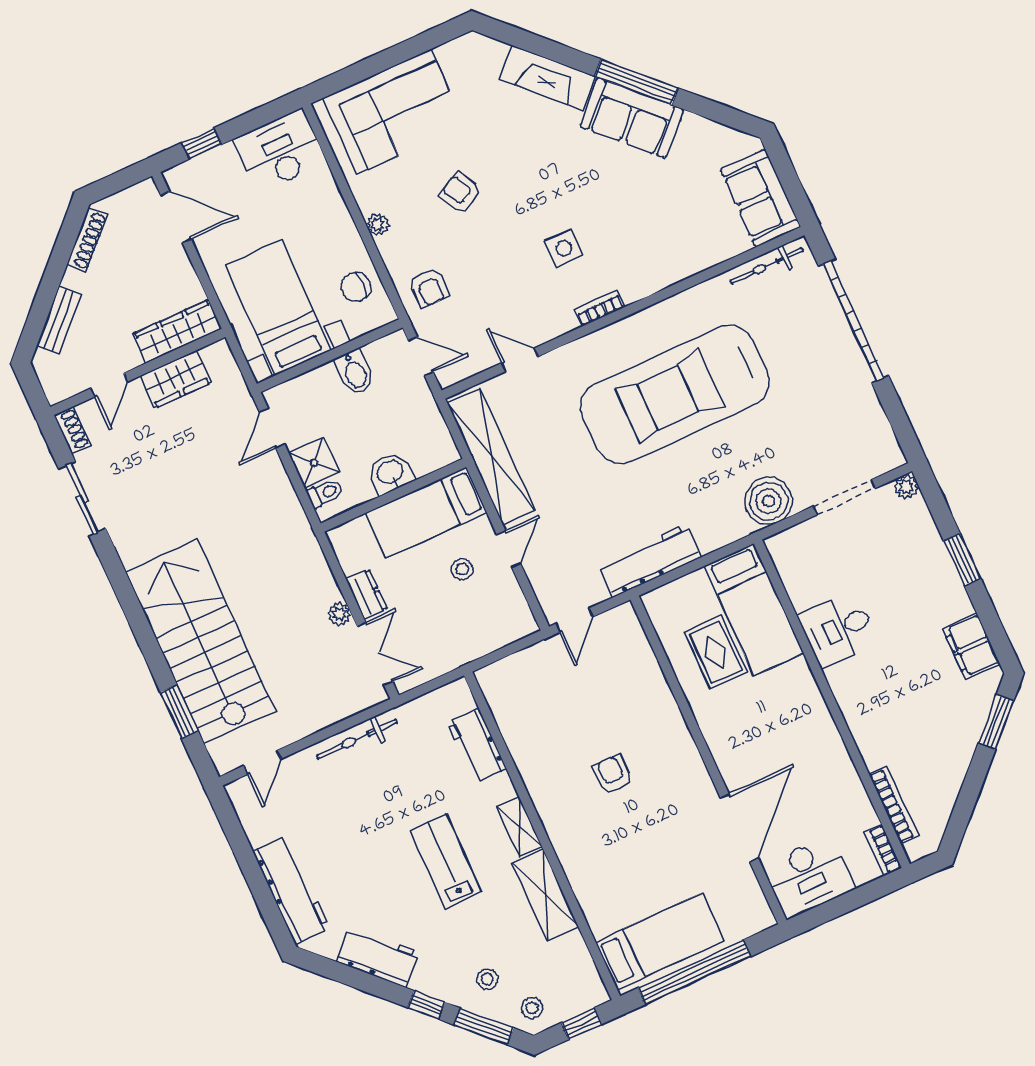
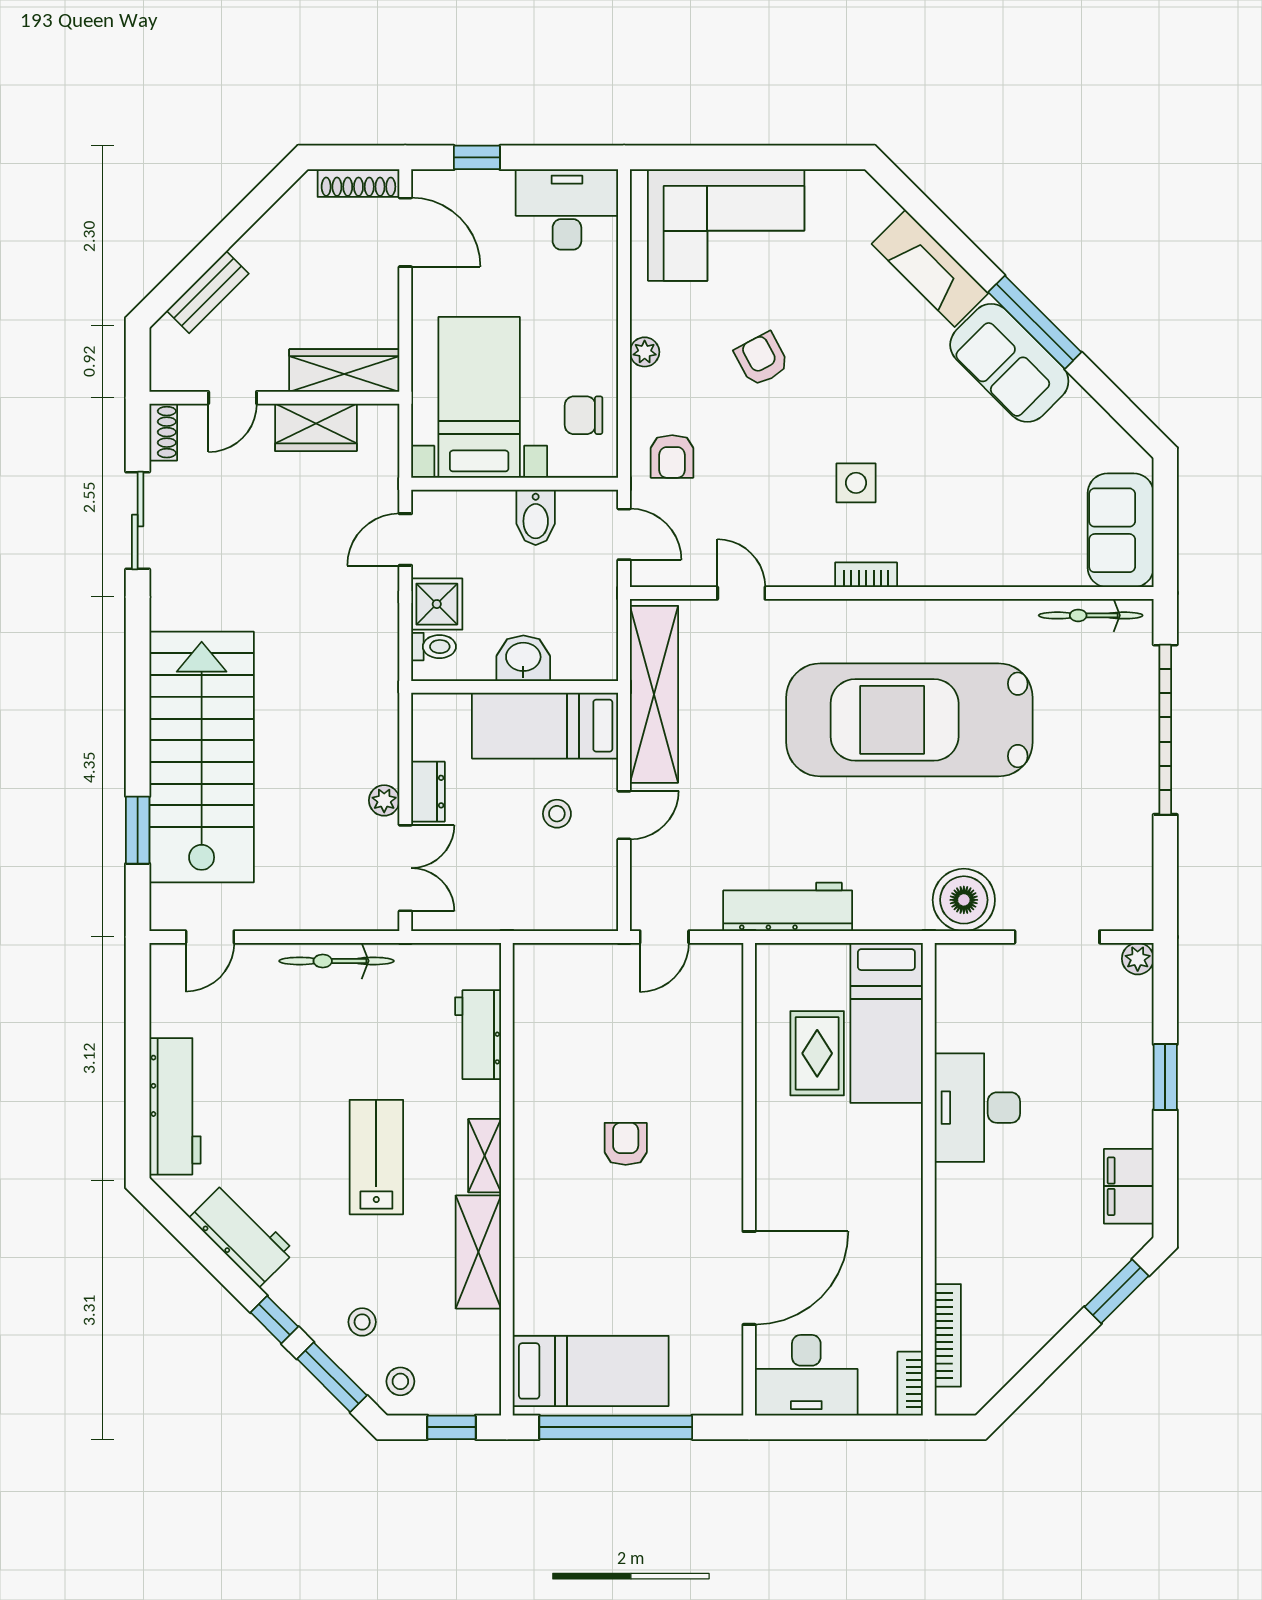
shoe rack: (87, 240) -> (358, 183), moved, turned 45
desk: (838, 629) -> (977, 1108), width x1.37

